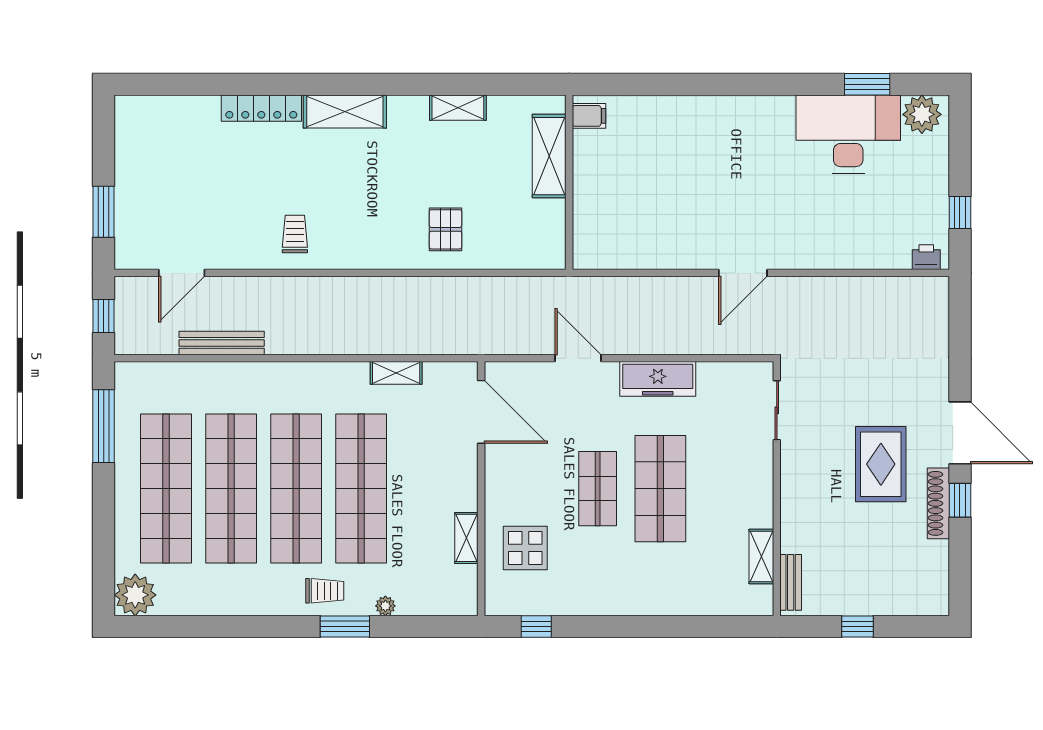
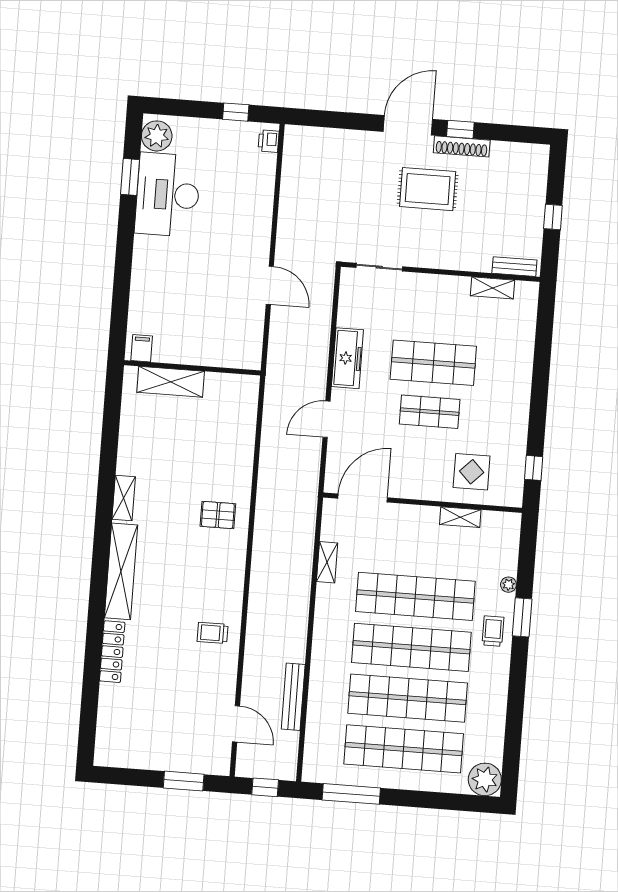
shelving: (345, 112) -> (121, 571), width x1.47
filing cabinet: (589, 116) -> (142, 348), moved
shelving: (549, 156) -> (171, 382), moved
wall: (569, 182) -> (192, 368), moved

